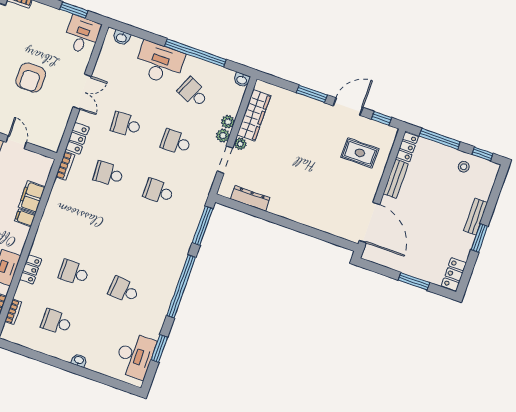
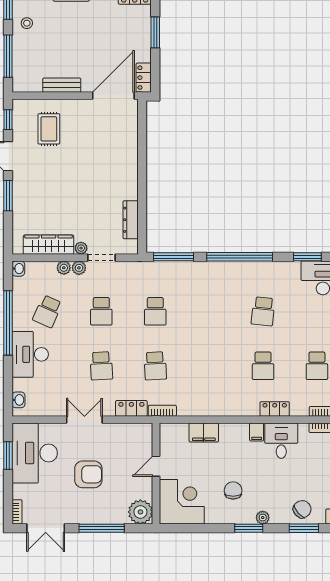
desk: (82, 35) -> (35, 453), width x1.87, depth x1.30
locker: (407, 147) -> (144, 78), moved, turned -90
filing cabinet: (25, 218) -> (257, 432), moved

